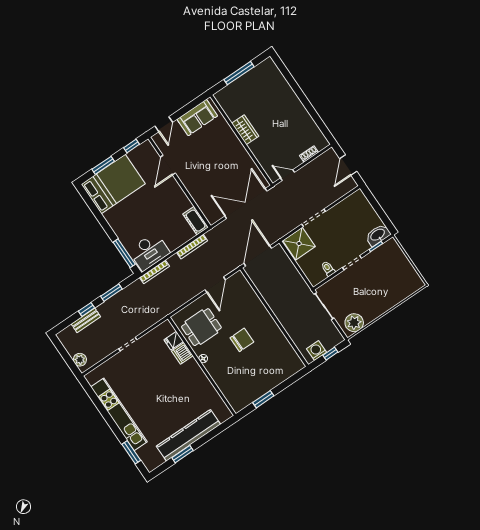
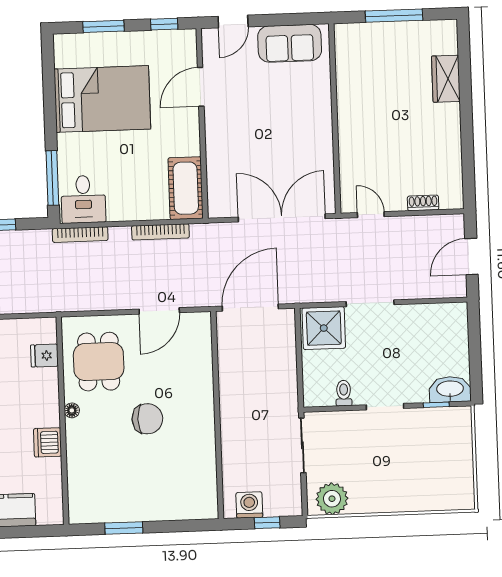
wardrobe: (245, 130) -> (446, 79), moved, turned 180
bed: (113, 184) -> (102, 99), moved
cot: (196, 221) -> (186, 188), width x1.37, depth x1.34
desk: (149, 252) -> (83, 199), width x0.73
dining table: (201, 327) -> (99, 362), turned 90
dishwasher: (182, 353) -> (48, 442), moved

